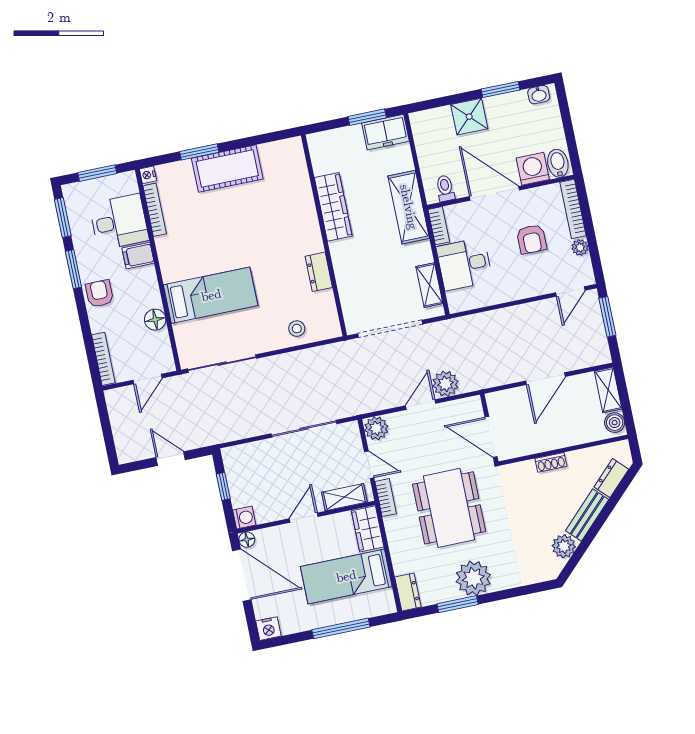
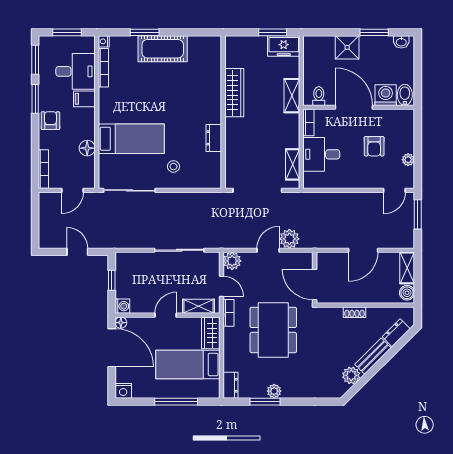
shelving: (409, 207) -> (292, 96), width x0.67, depth x0.75
bookcase: (573, 209) -> (409, 130), removed
stool: (297, 329) -> (174, 166), moved
plant: (473, 578) -> (274, 391), width x0.53, depth x0.53

